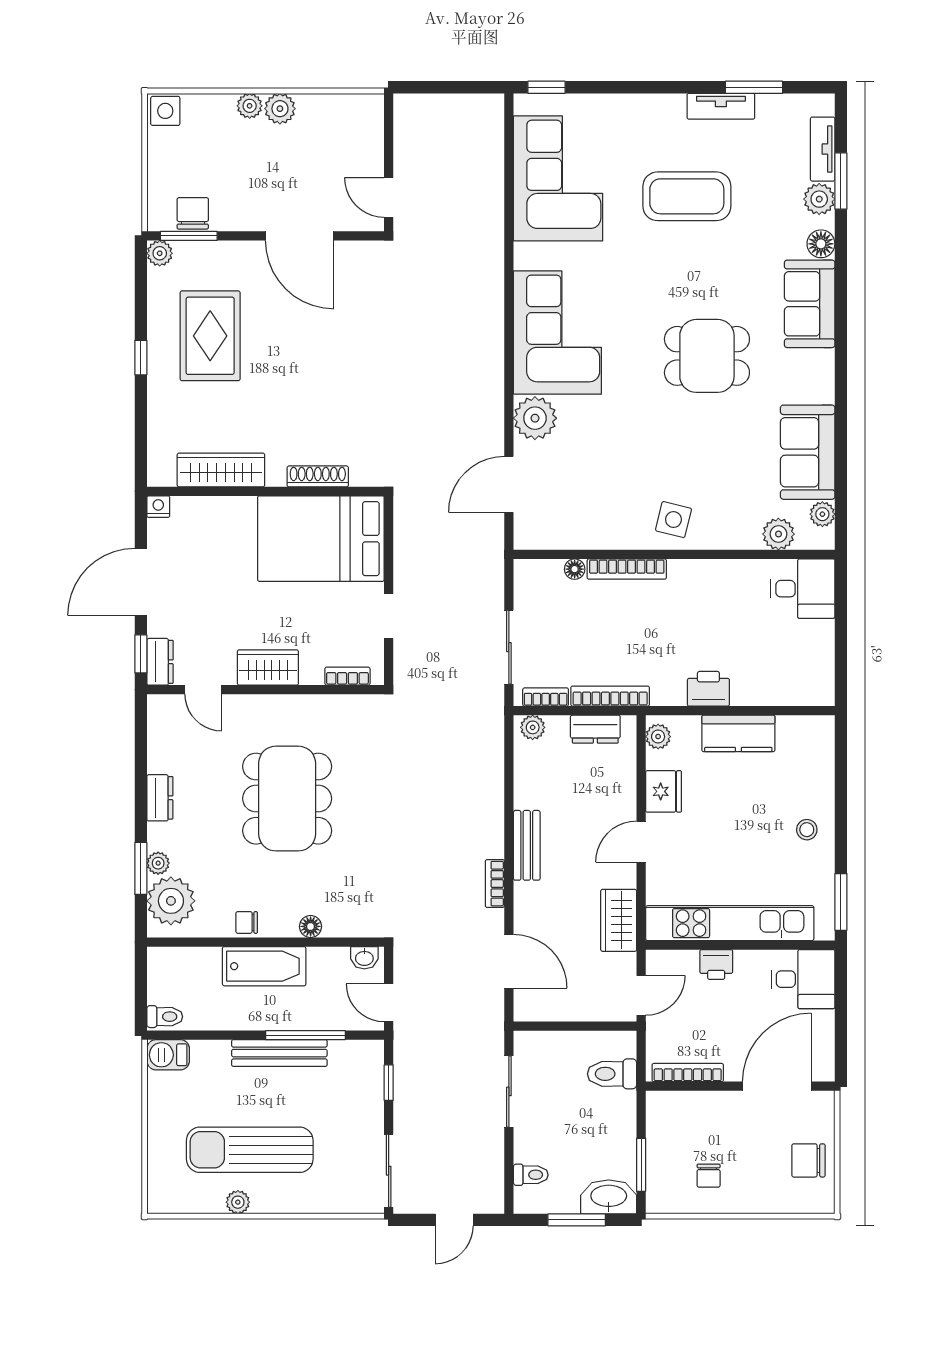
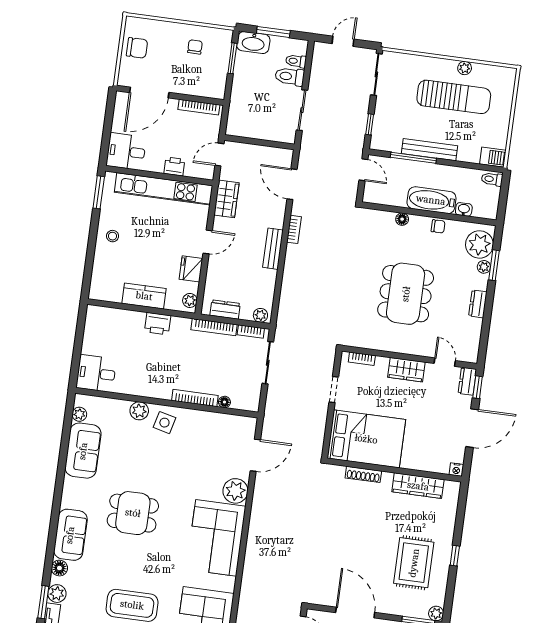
plant: (778, 534) -> (139, 411), moved
washbasin: (364, 958) -> (464, 209), moved
toilet: (612, 1074) -> (290, 76), moved, turned 180

